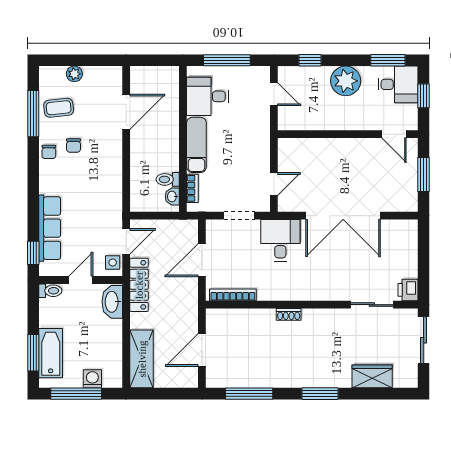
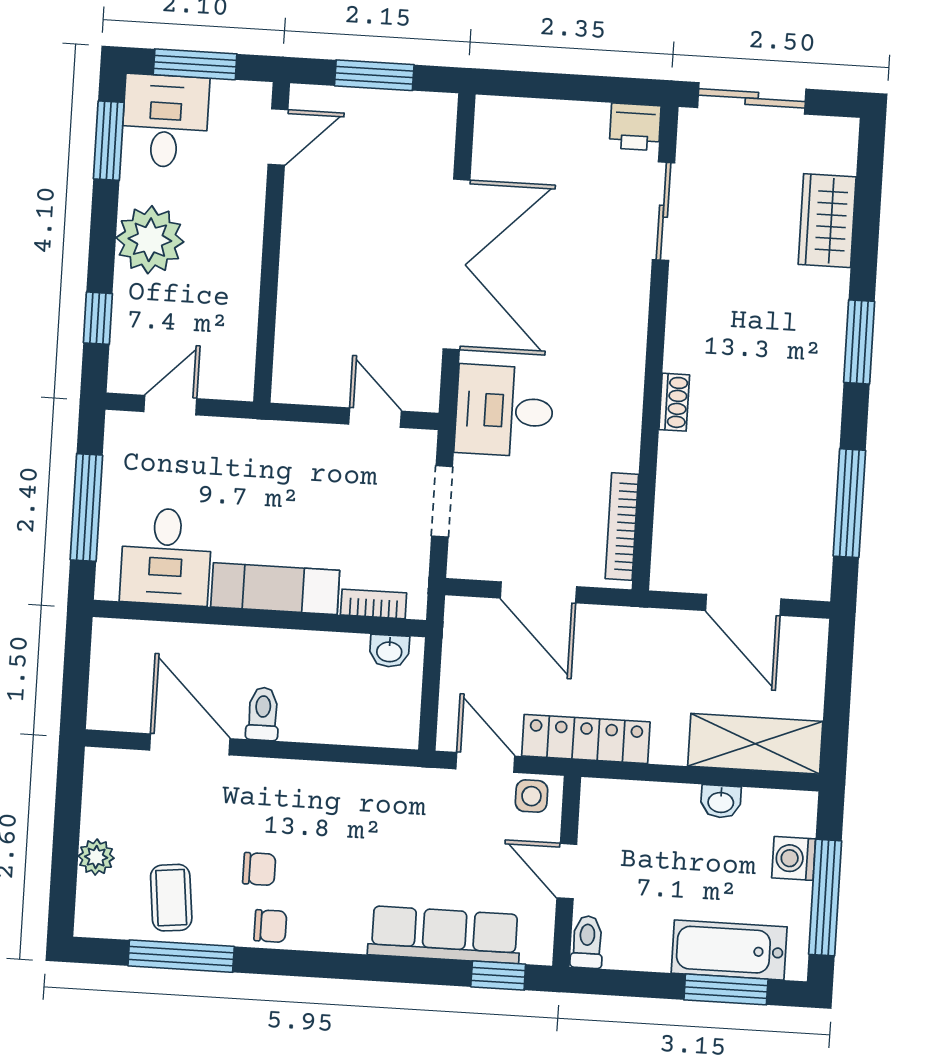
window: (424, 96) -> (195, 64), width x1.50
toilet: (168, 179) -> (263, 714), moved, turned 180
washbasin: (112, 302) -> (721, 801), moved, width x0.52, depth x0.69

